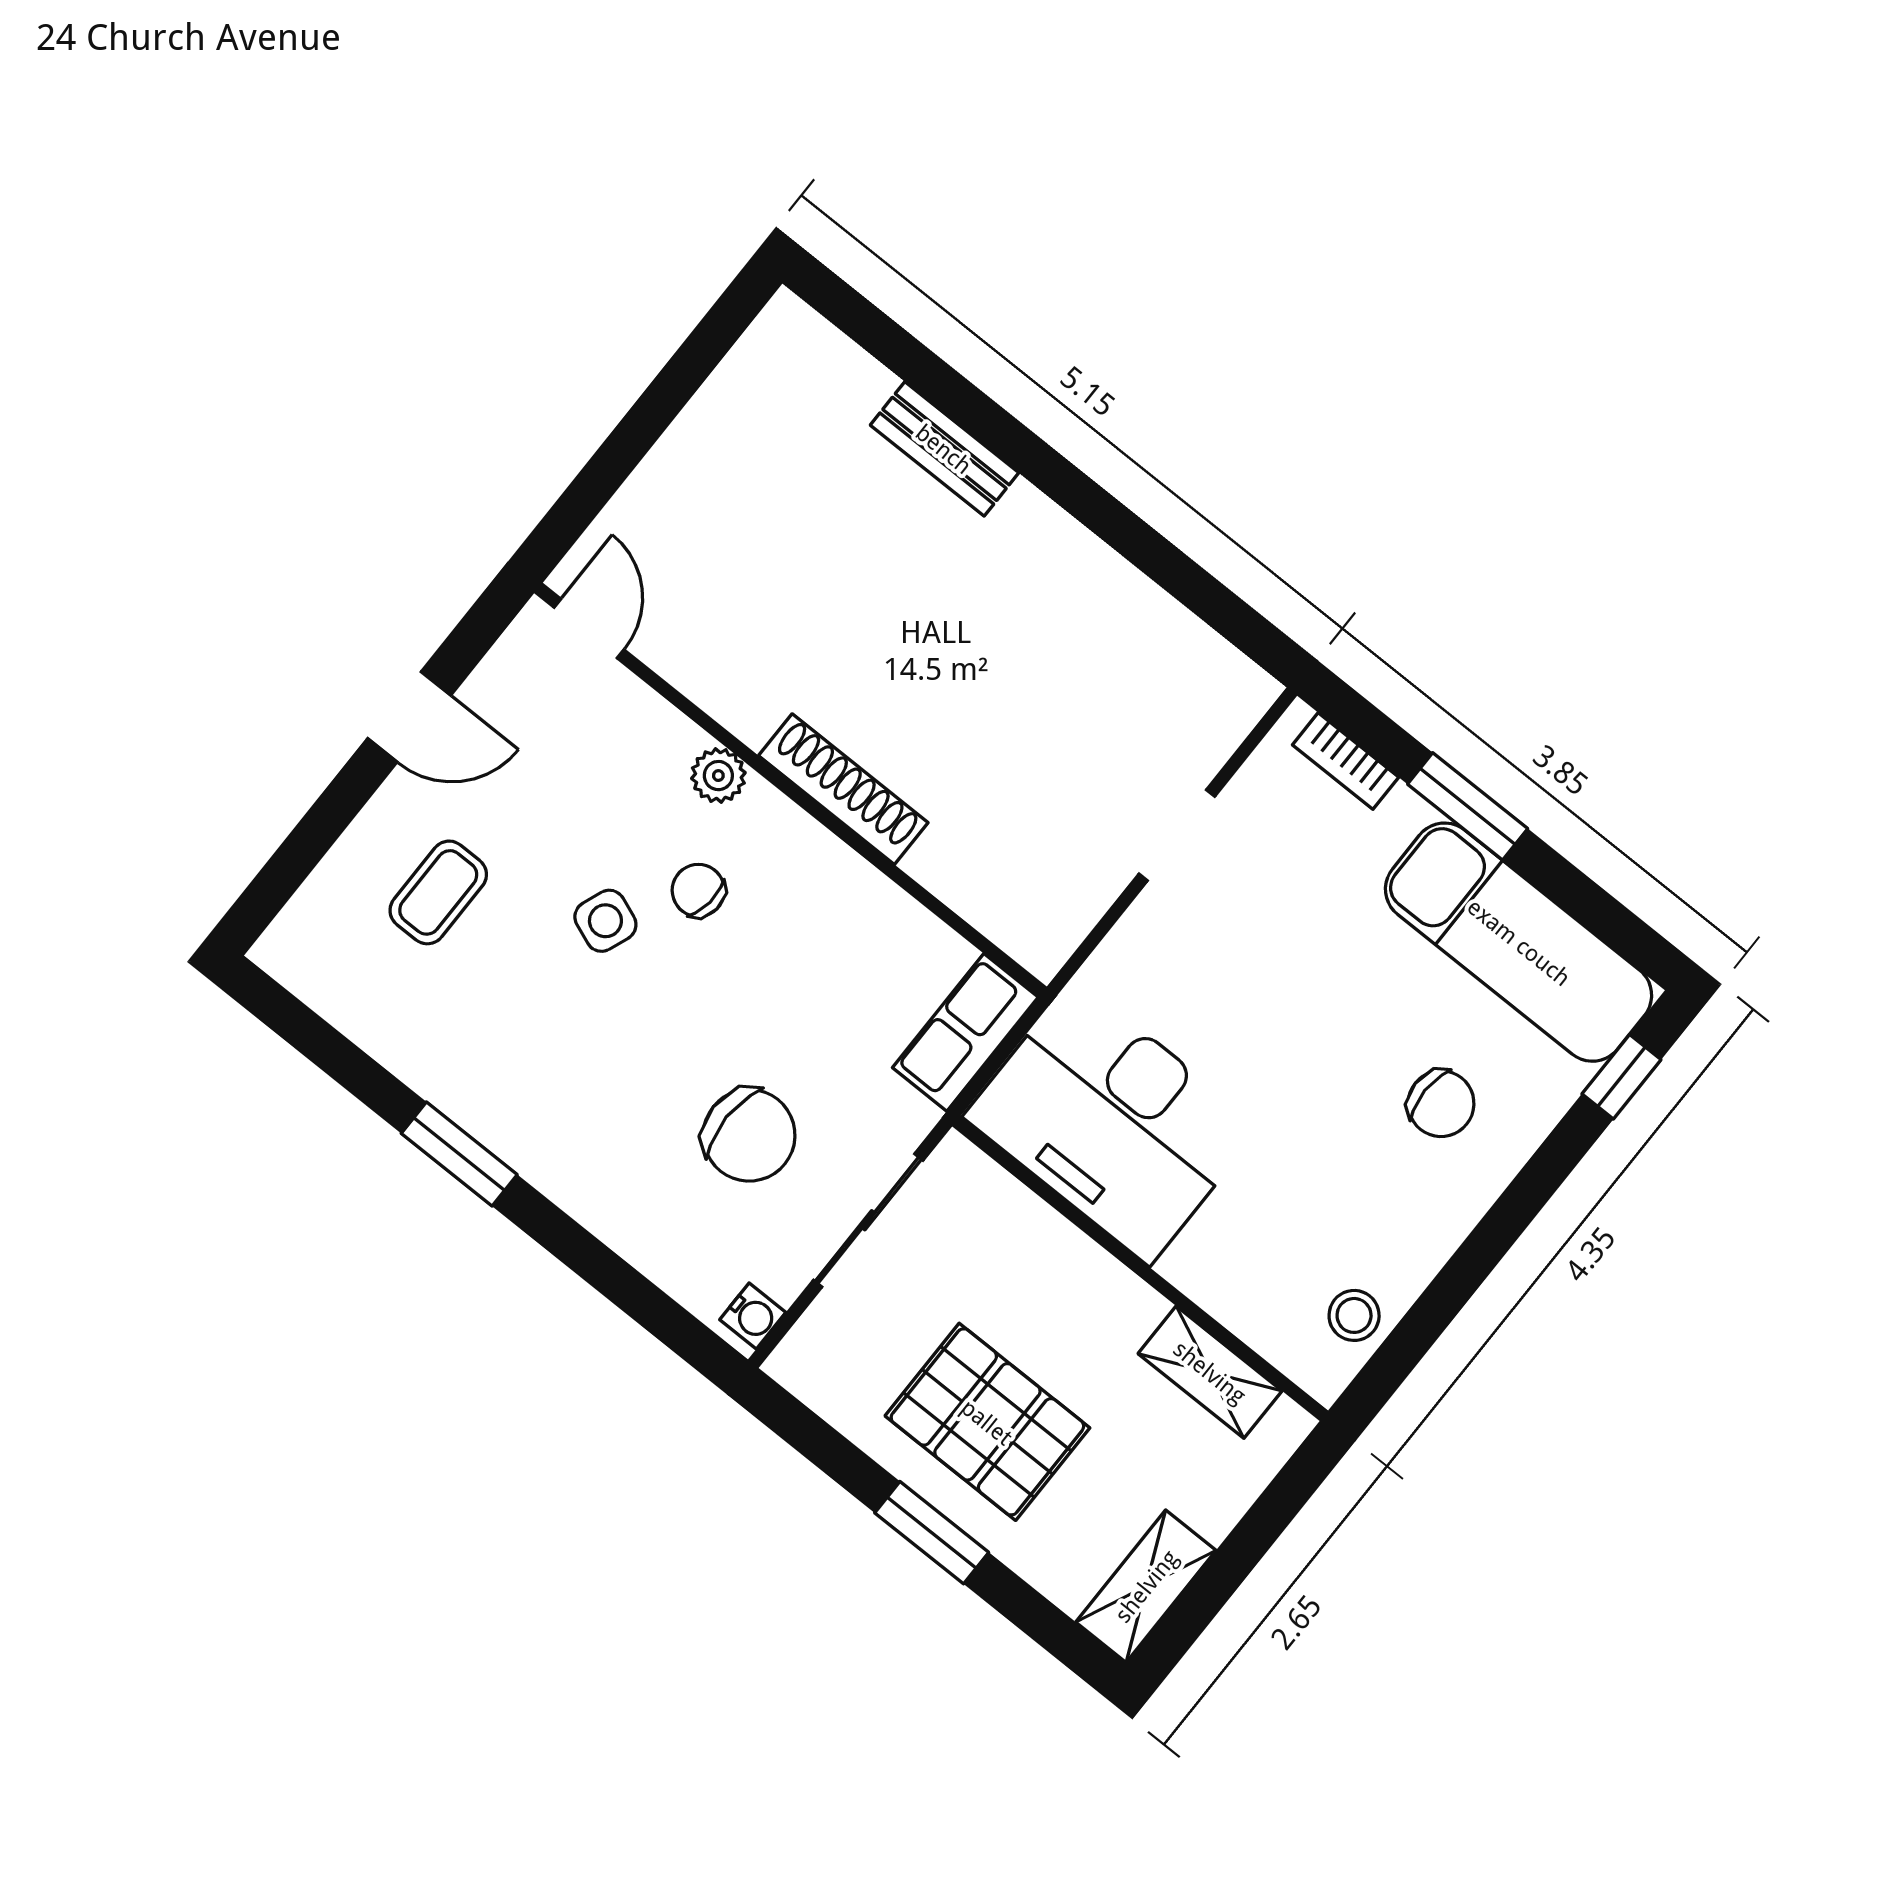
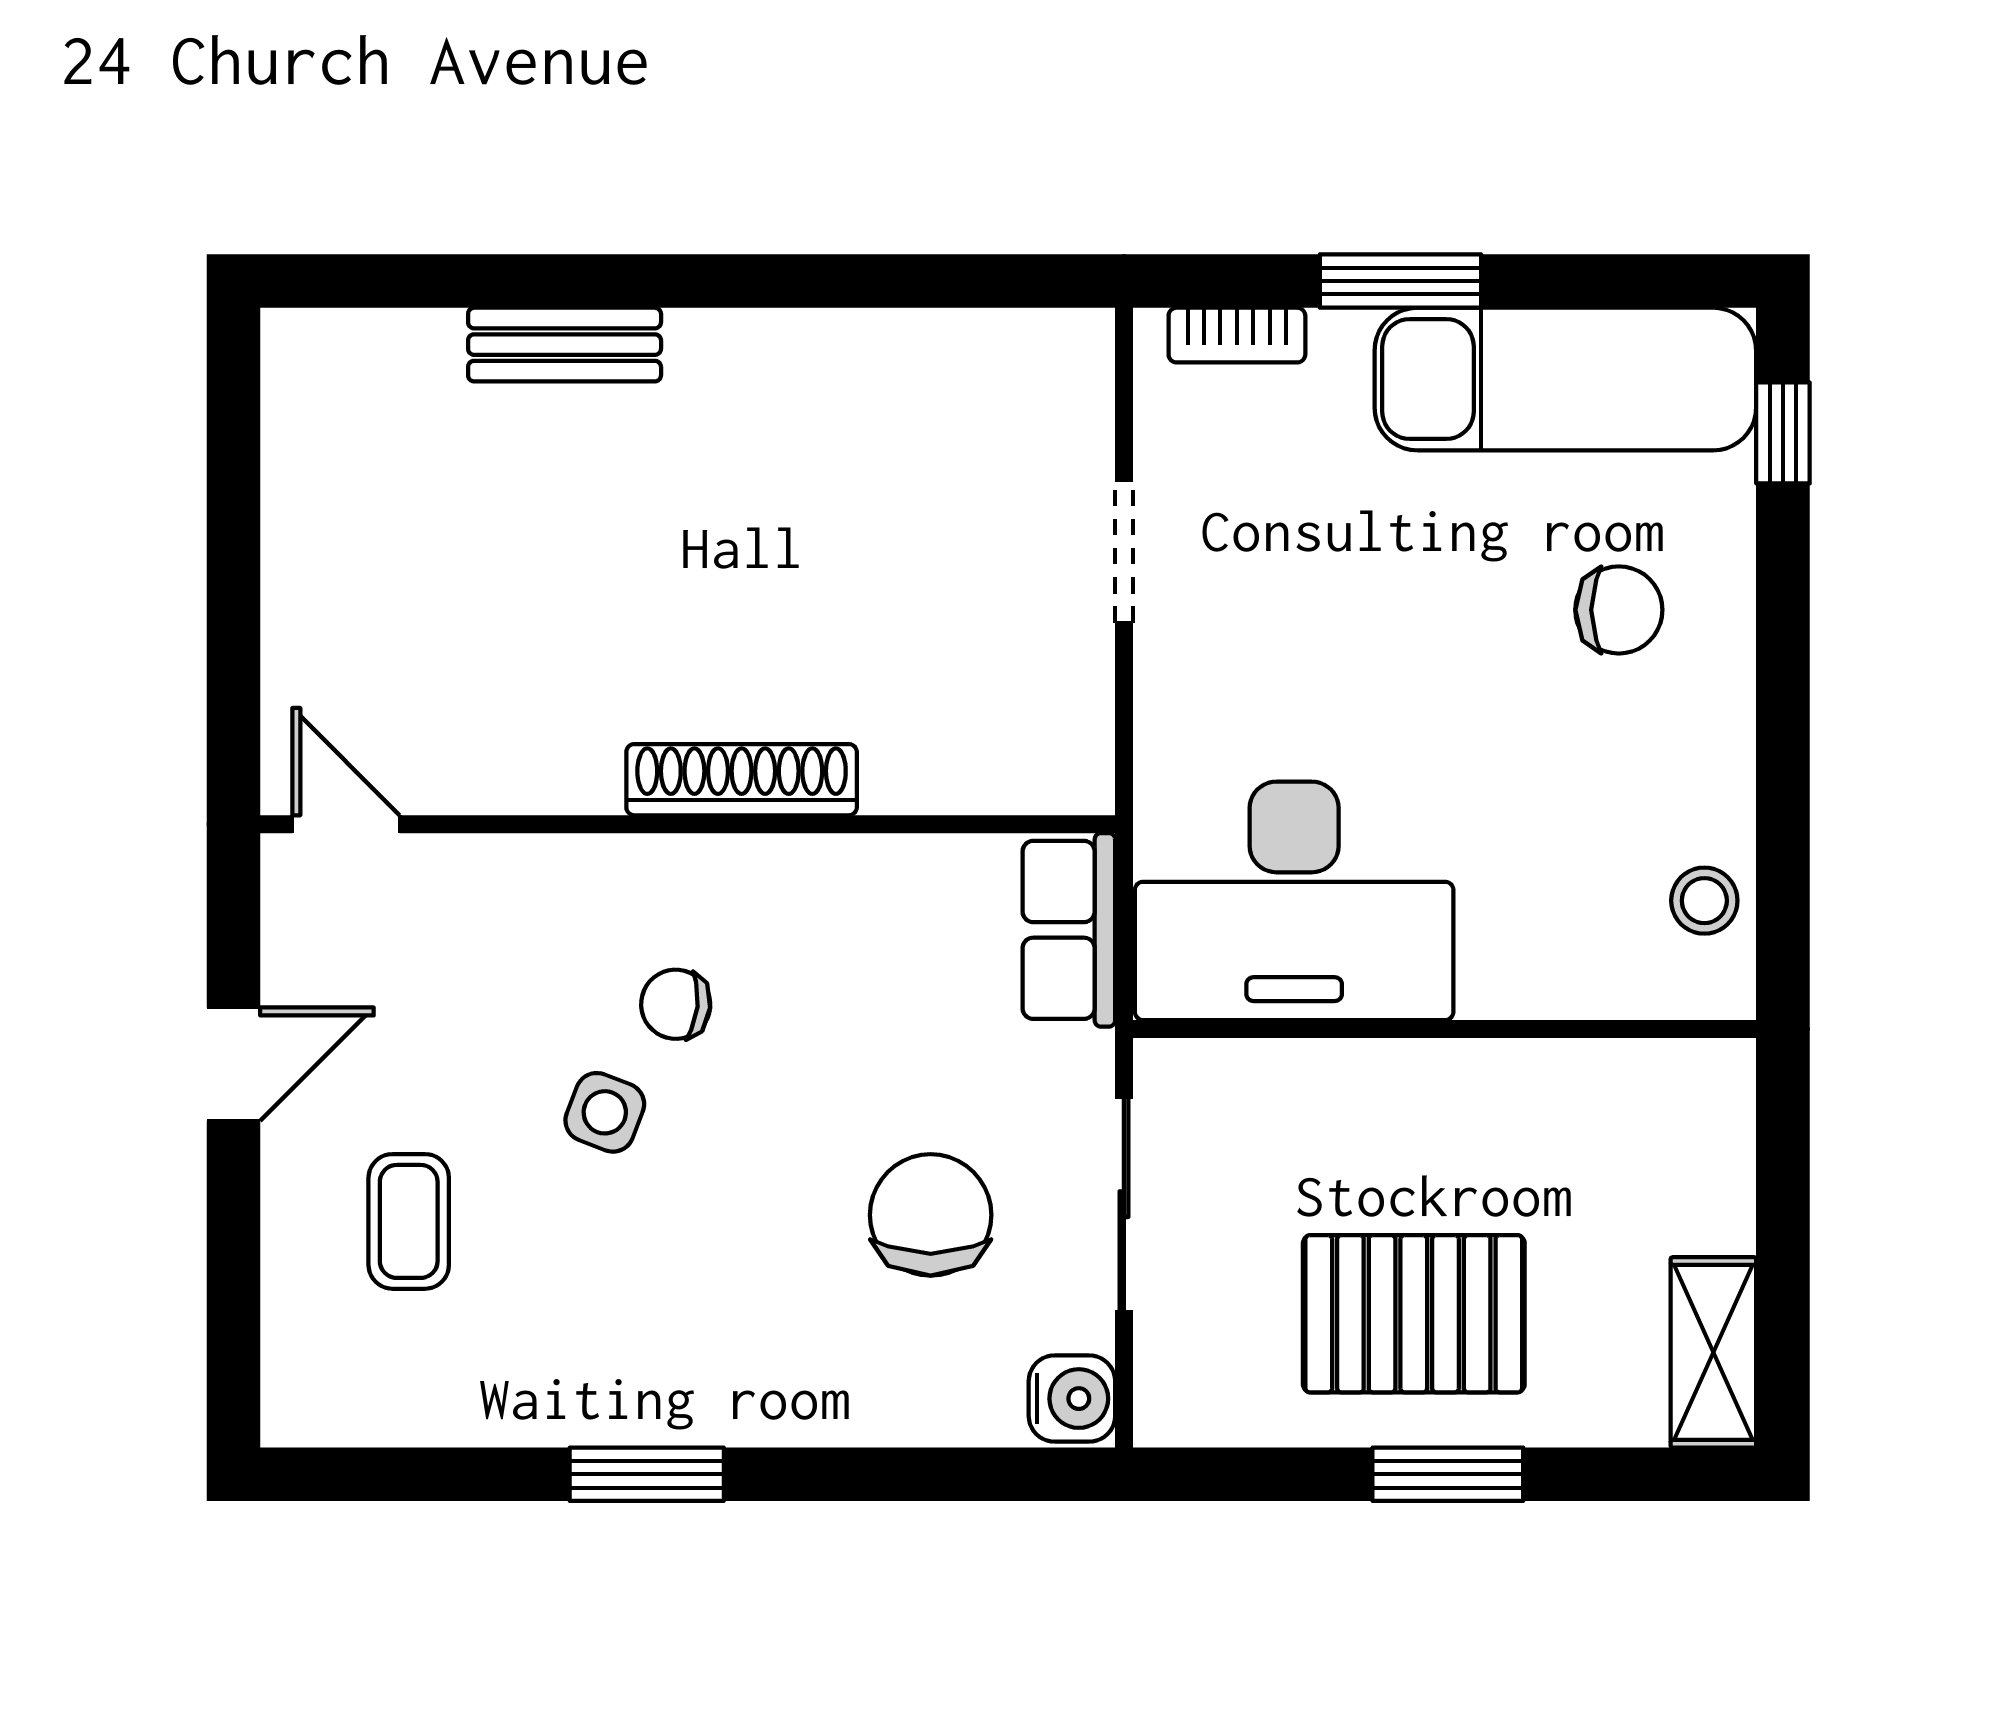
plant: (718, 776) -> (601, 869), removed
chair: (749, 1135) -> (931, 1215), turned -90
water cooler: (753, 1316) -> (1072, 1399), width x1.38, depth x1.38
shelving: (1210, 1372) -> (1603, 1078), removed

